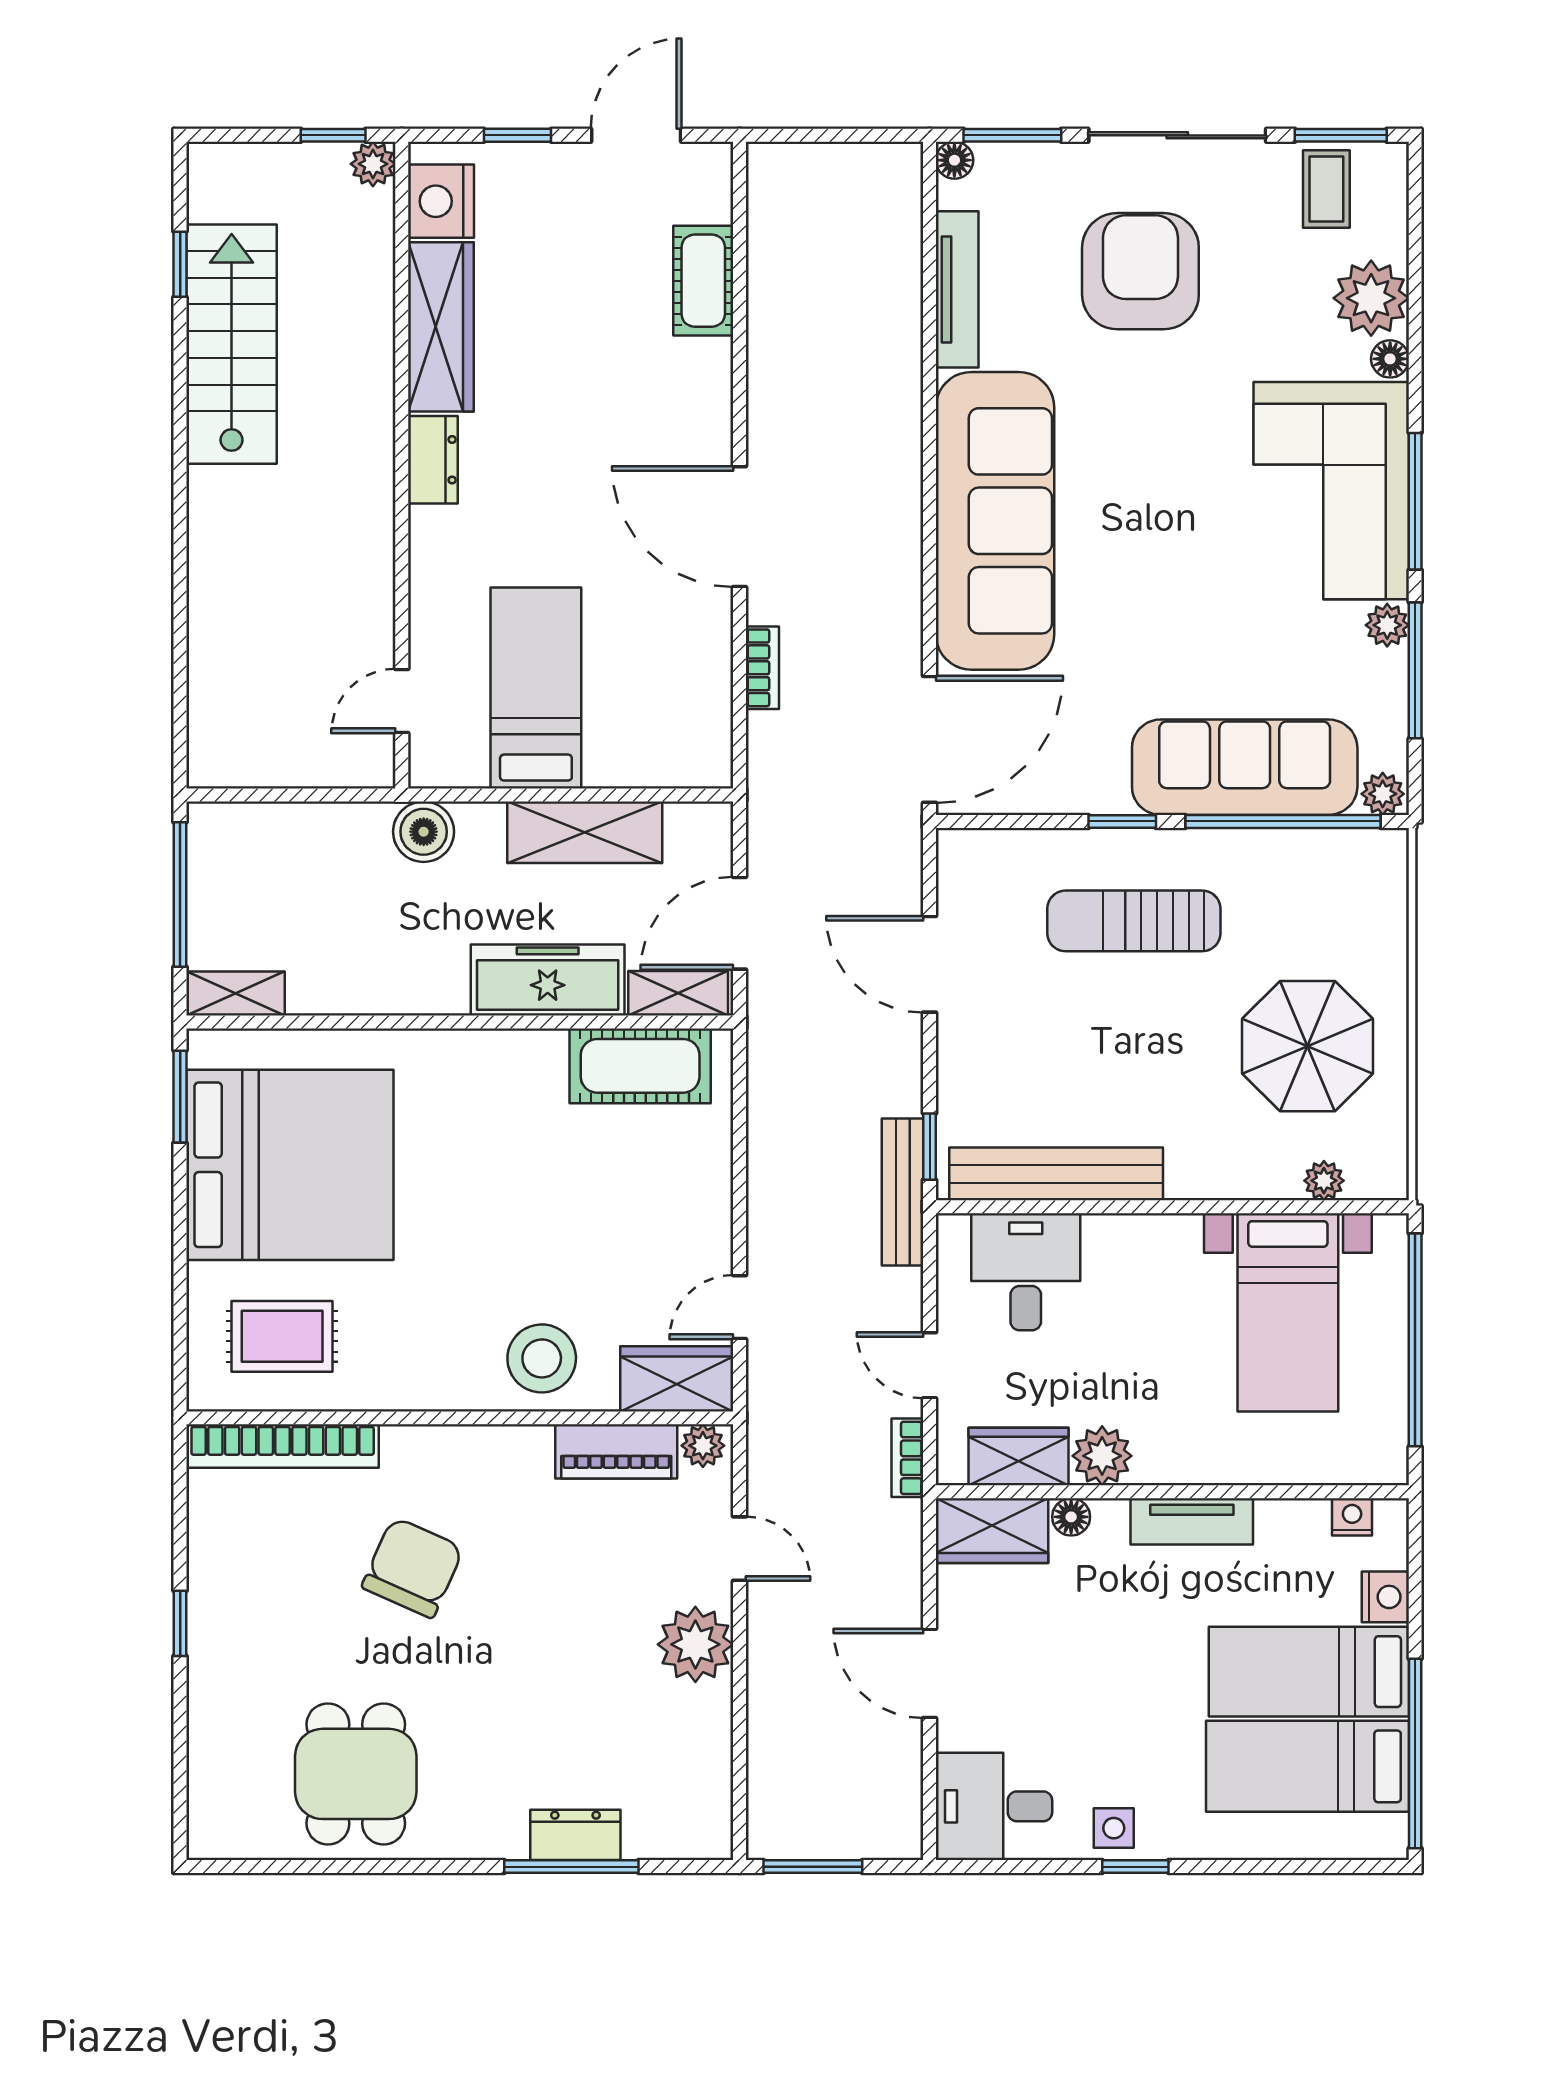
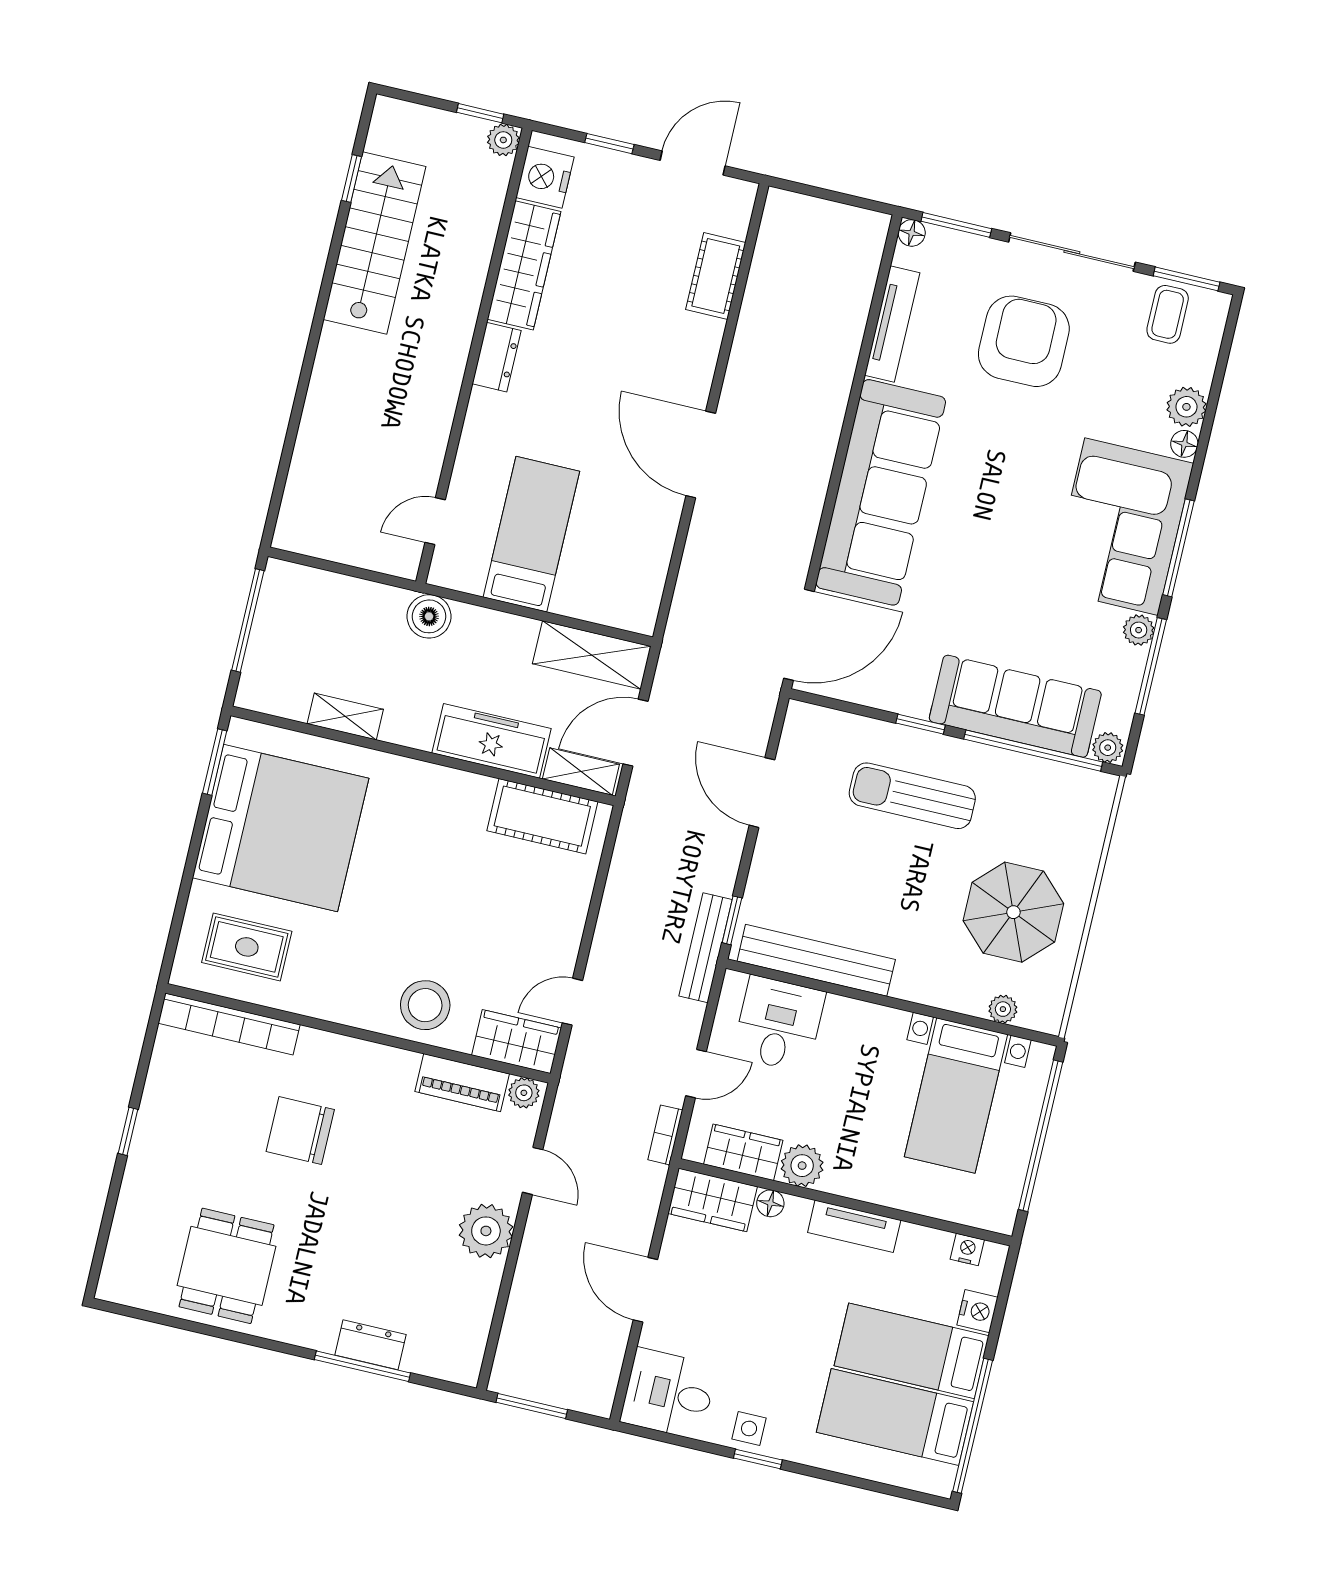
plant: (1371, 298) -> (1186, 407), width x0.73, depth x0.73
bookcase: (762, 668) -> (694, 557), removed
shelving: (585, 832) -> (592, 655), moved
shelving: (235, 994) -> (345, 716), moved
door: (930, 1365) -> (696, 1074), swing flipped
chair: (413, 1568) -> (300, 1131), turned -114

